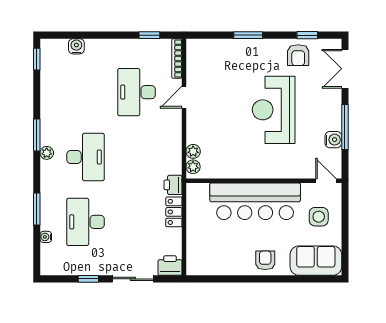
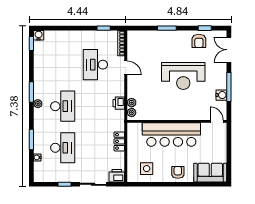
water cooler: (76, 46) -> (39, 35), moved
door: (184, 97) -> (126, 68), swing flipped
reception desk: (274, 110) -> (183, 76), turned -90
printer: (173, 185) -> (119, 103), moved
side table: (319, 217) -> (147, 169), moved
desk: (86, 222) -> (63, 148), turned 180

